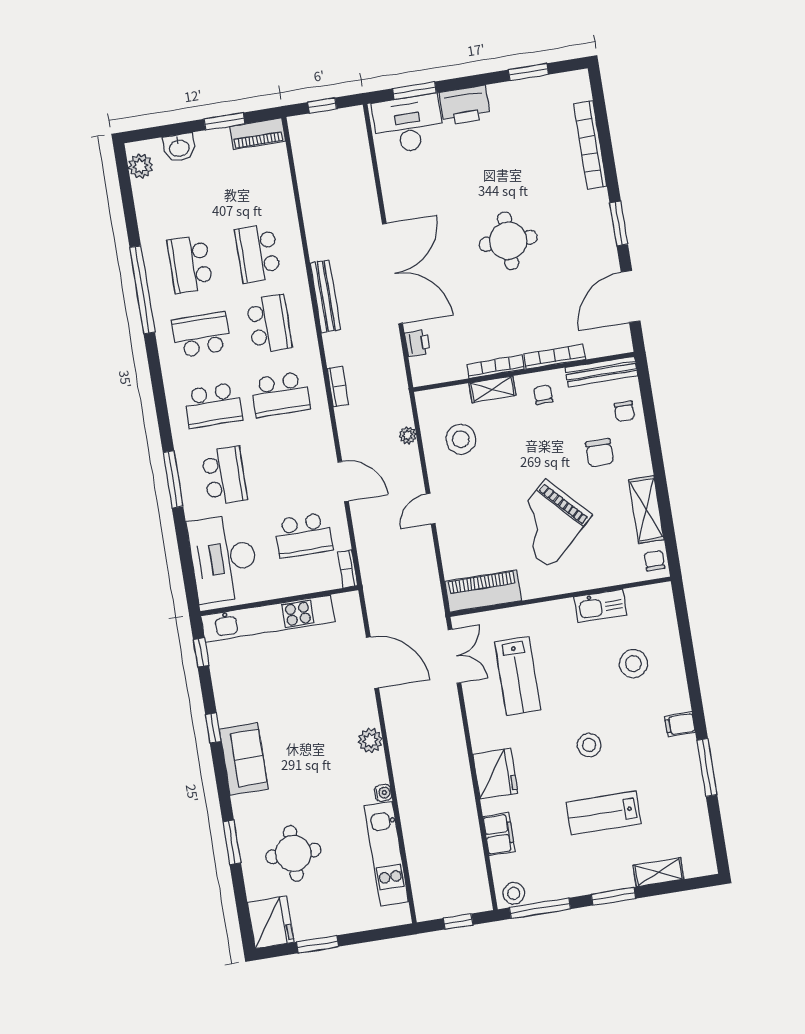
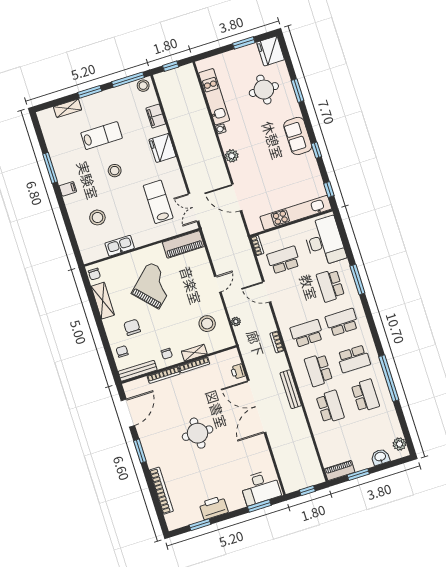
printer: (465, 105) -> (214, 508), moved

